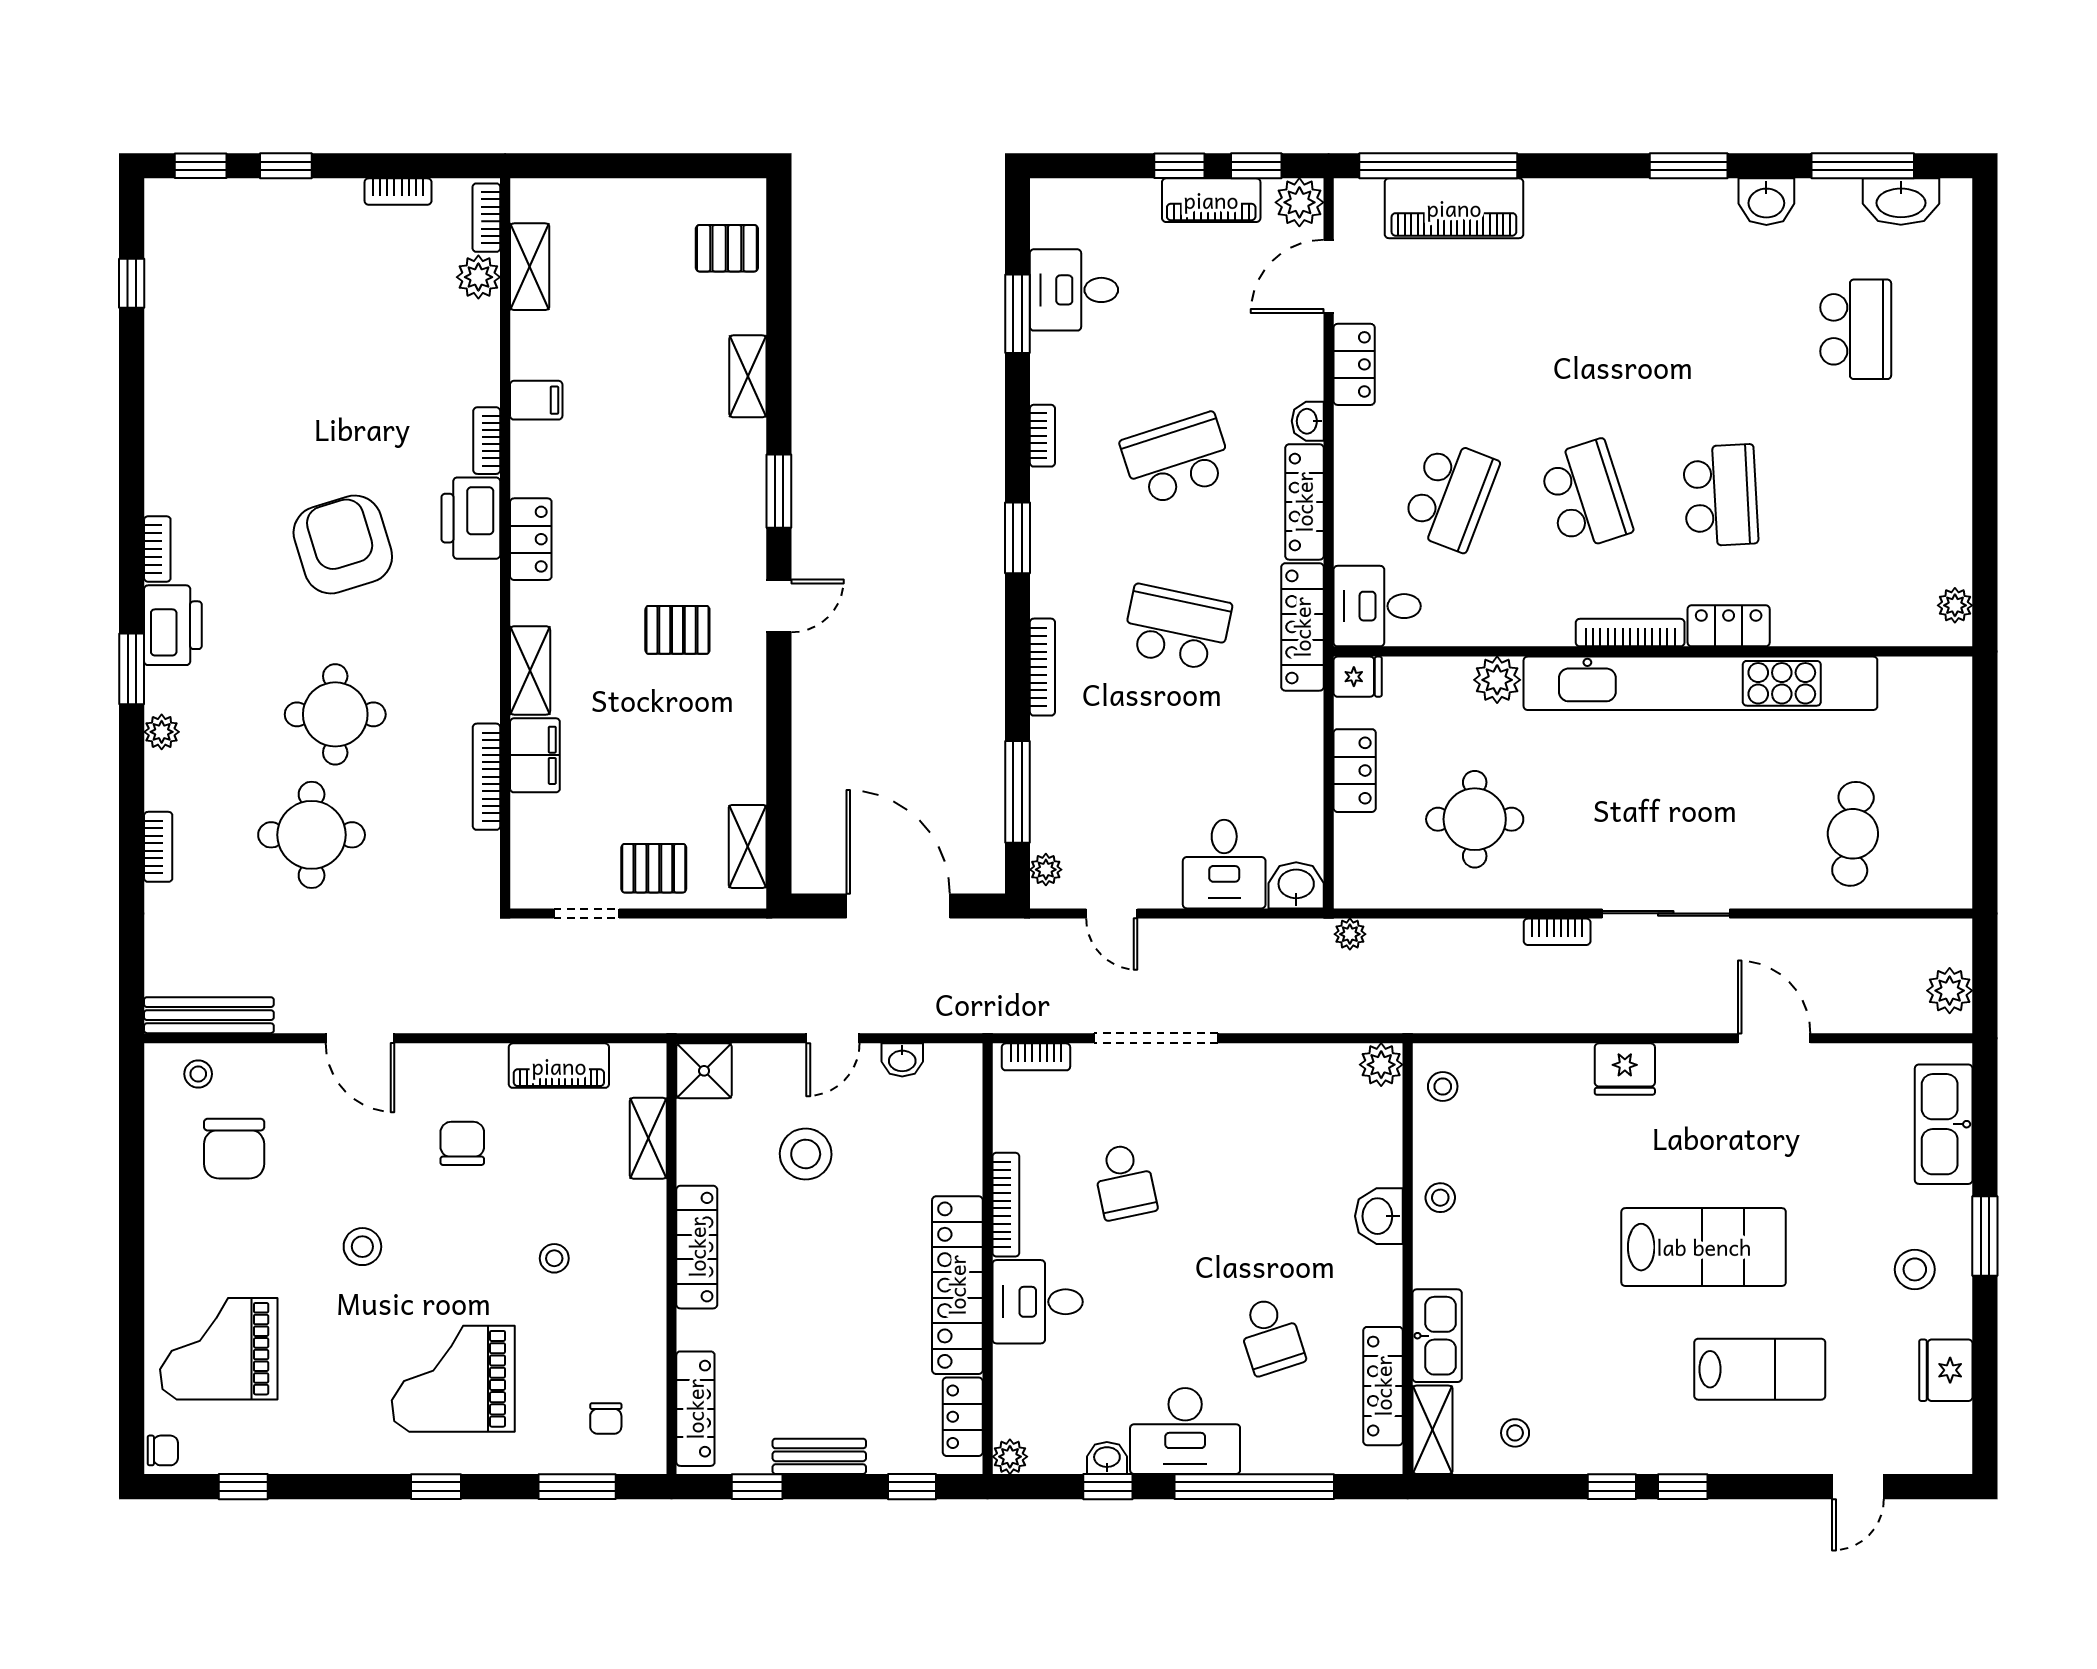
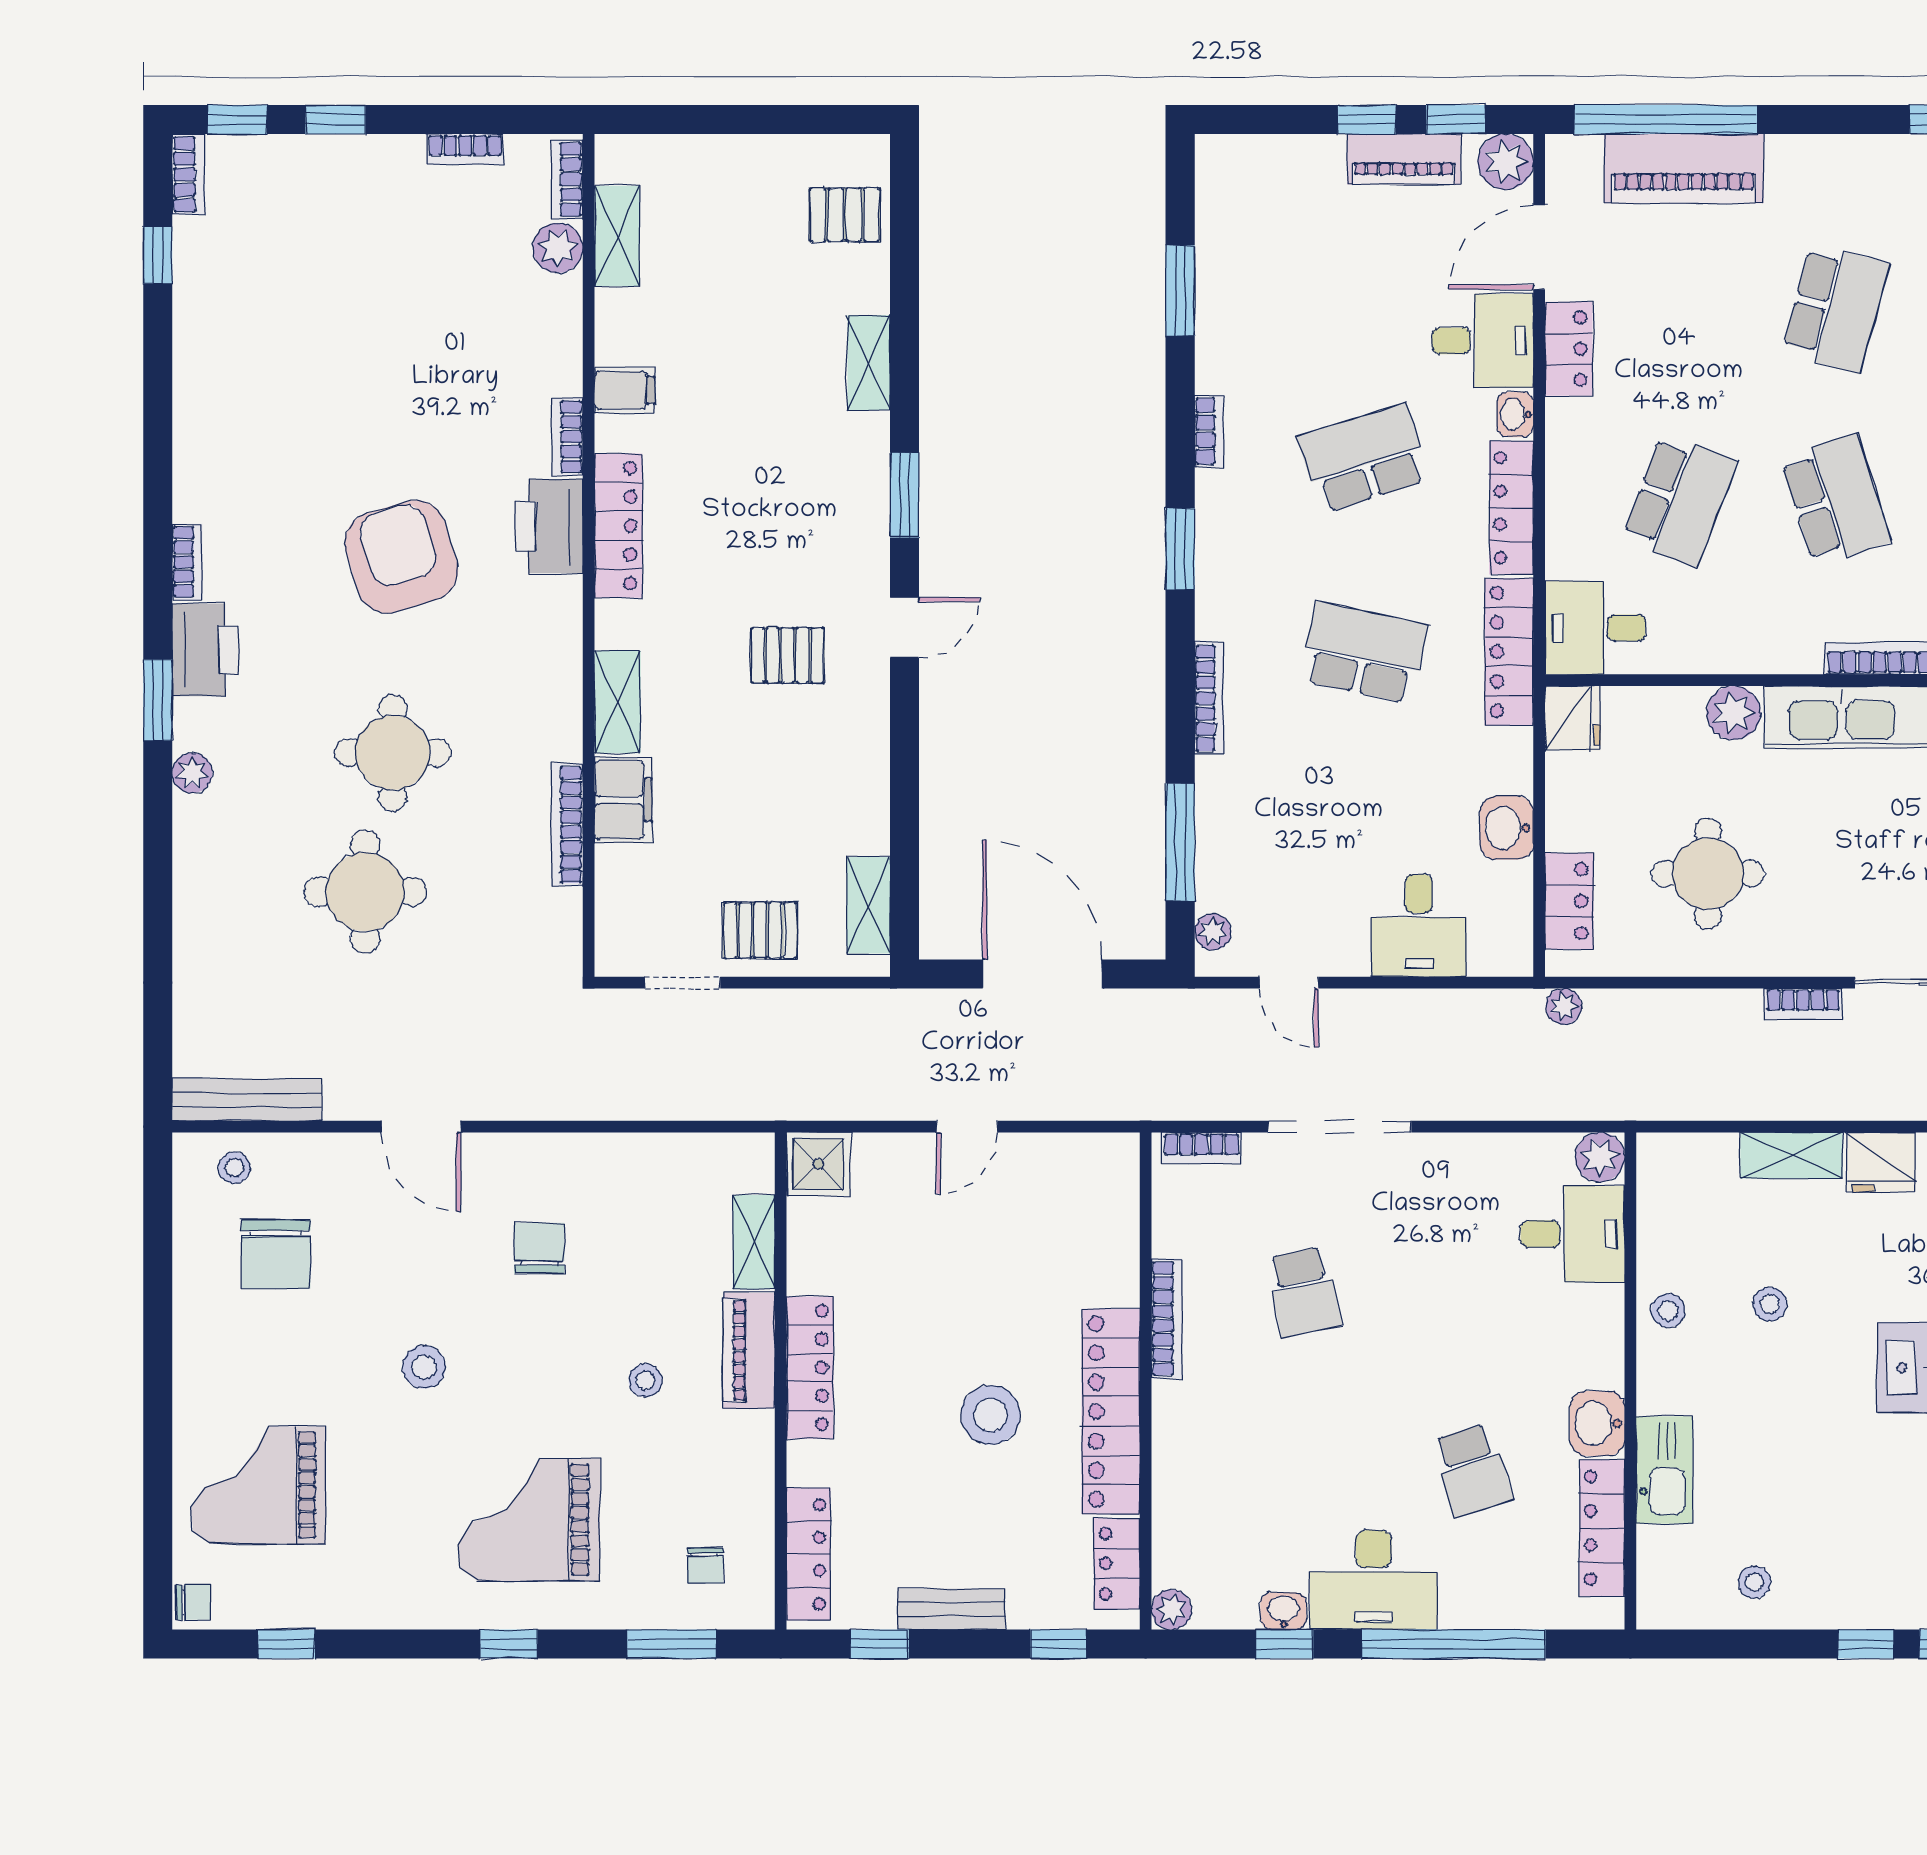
desk: (1074, 290) -> (1483, 341), moved, turned 180
school desk: (1585, 329) -> (1836, 308), added
locker: (531, 539) -> (618, 526), width x1.53
fridge: (1358, 677) -> (1573, 718), width x1.38
locker: (1355, 771) -> (1569, 901), moved
bookcase: (158, 847) -> (188, 174), moved
washbasin: (1296, 885) -> (1507, 828), moved, turned -90
washbasin: (902, 1060) -> (1047, 1152), removed
piano: (559, 1066) -> (749, 1351), moved, turned 90
stool: (1443, 1086) -> (1770, 1304), moved
stool: (806, 1154) -> (991, 1415), moved
washbasin: (1379, 1216) -> (1597, 1423), moved
desk: (1038, 1302) -> (1573, 1234), moved, turned 180
shelving: (1433, 1430) -> (1791, 1155), moved, turned 90

